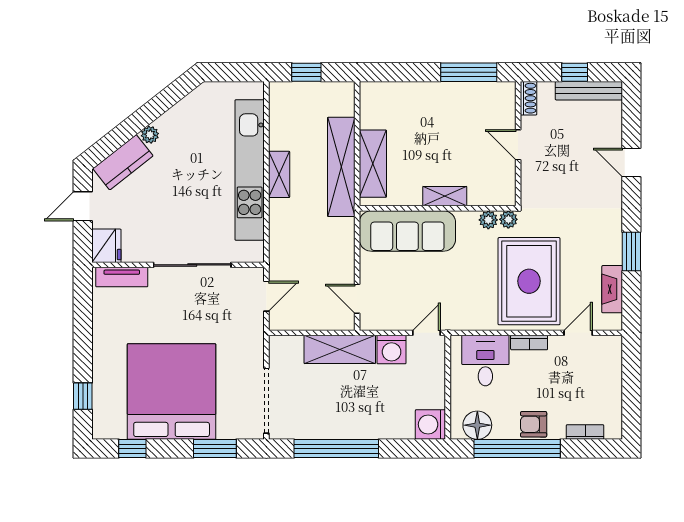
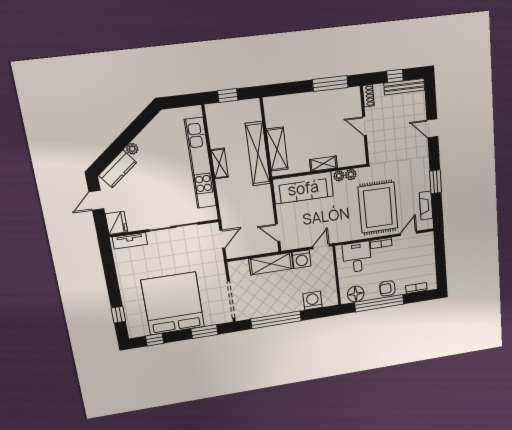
plant: (508, 219) -> (339, 176), moved
washing machine: (430, 424) -> (313, 300), moved, turned 90

